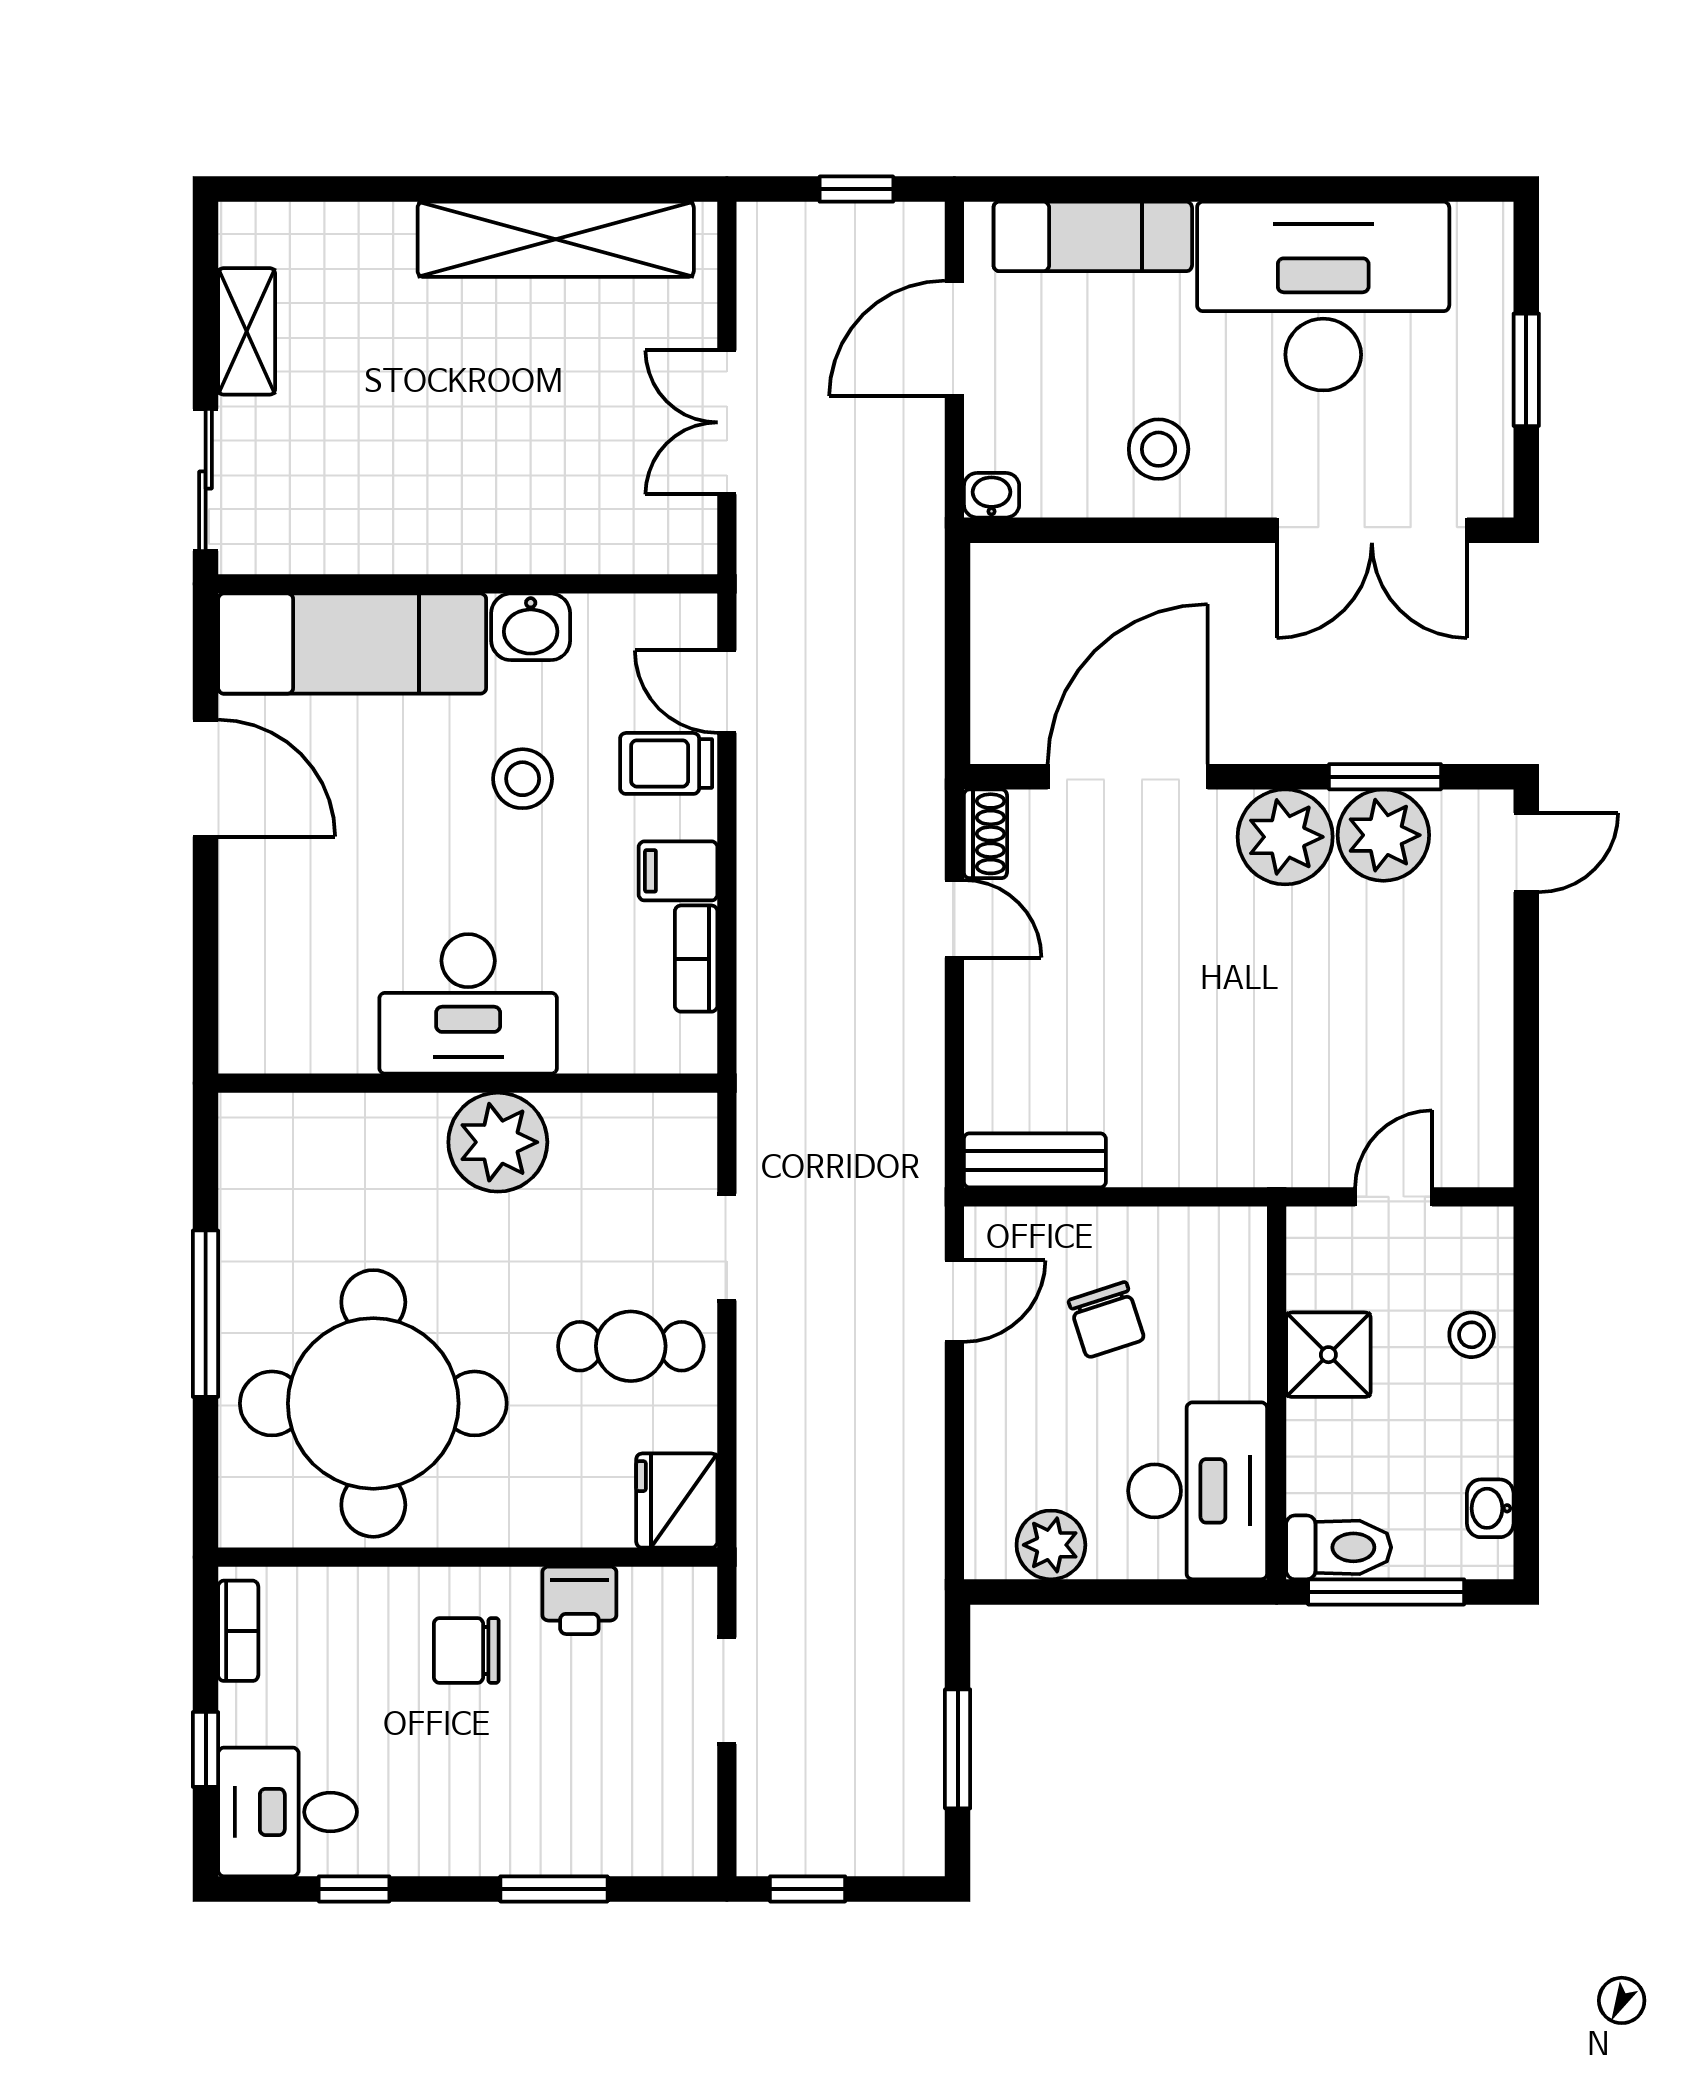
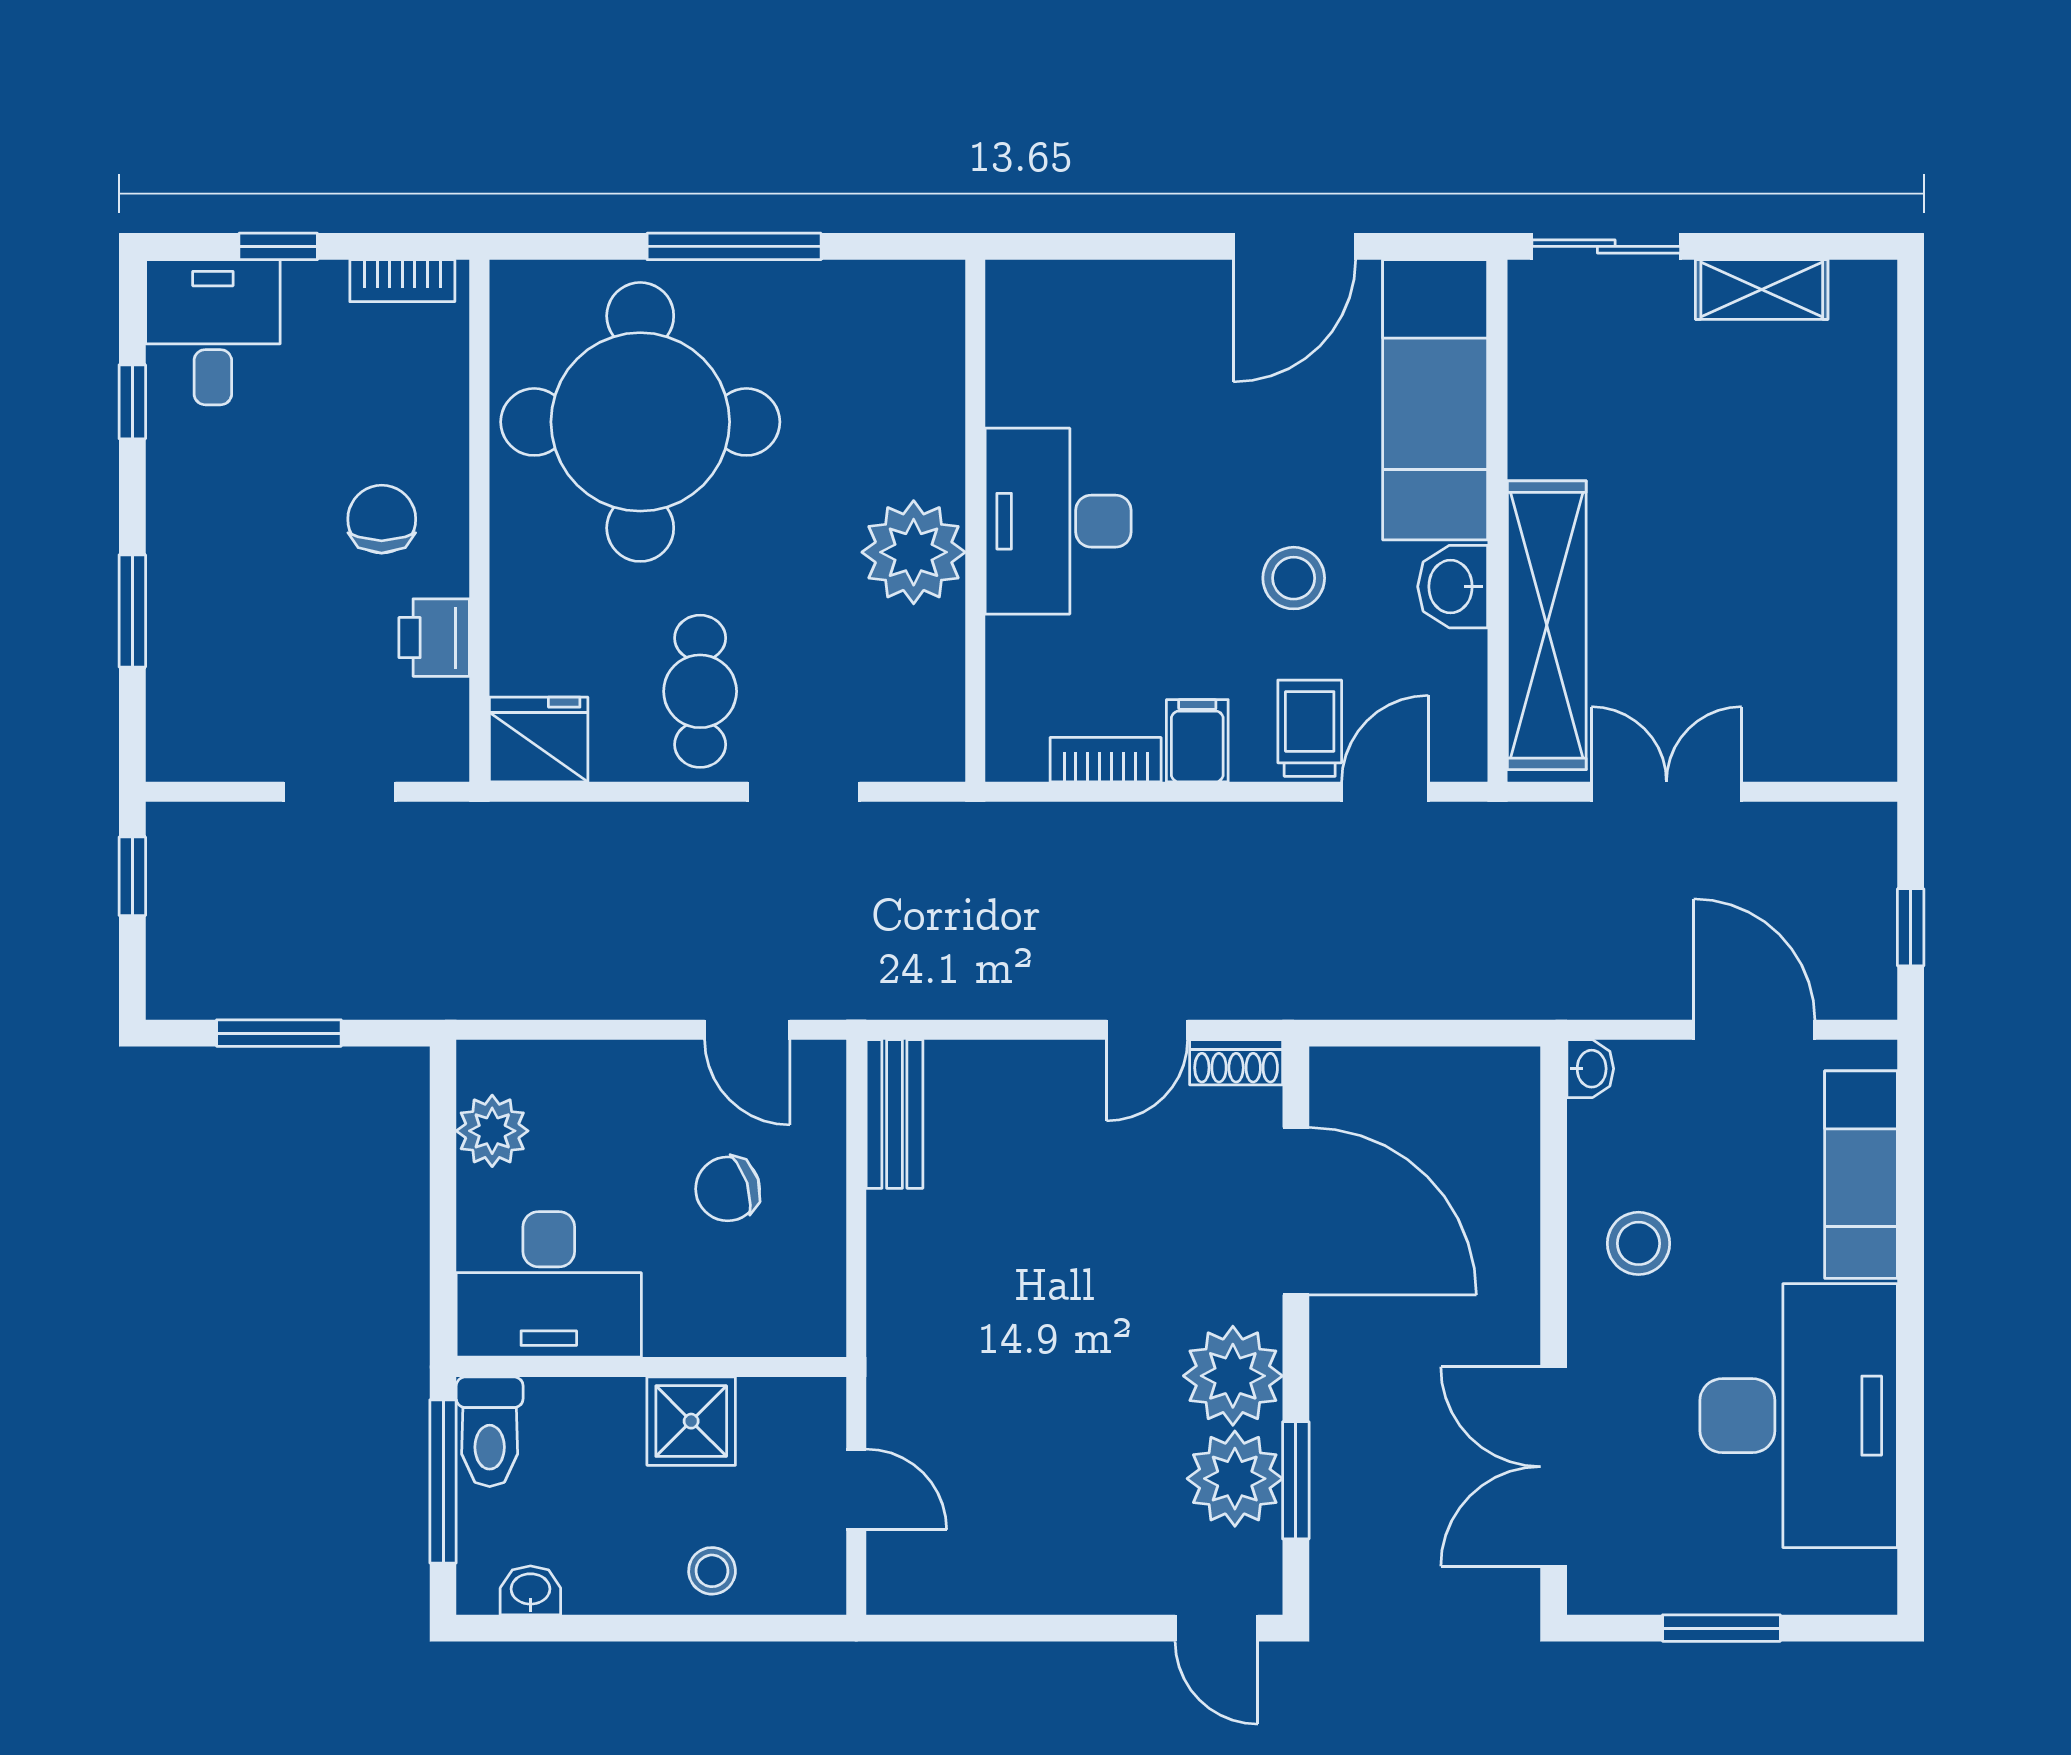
shelving: (556, 239) -> (1547, 625), moved

